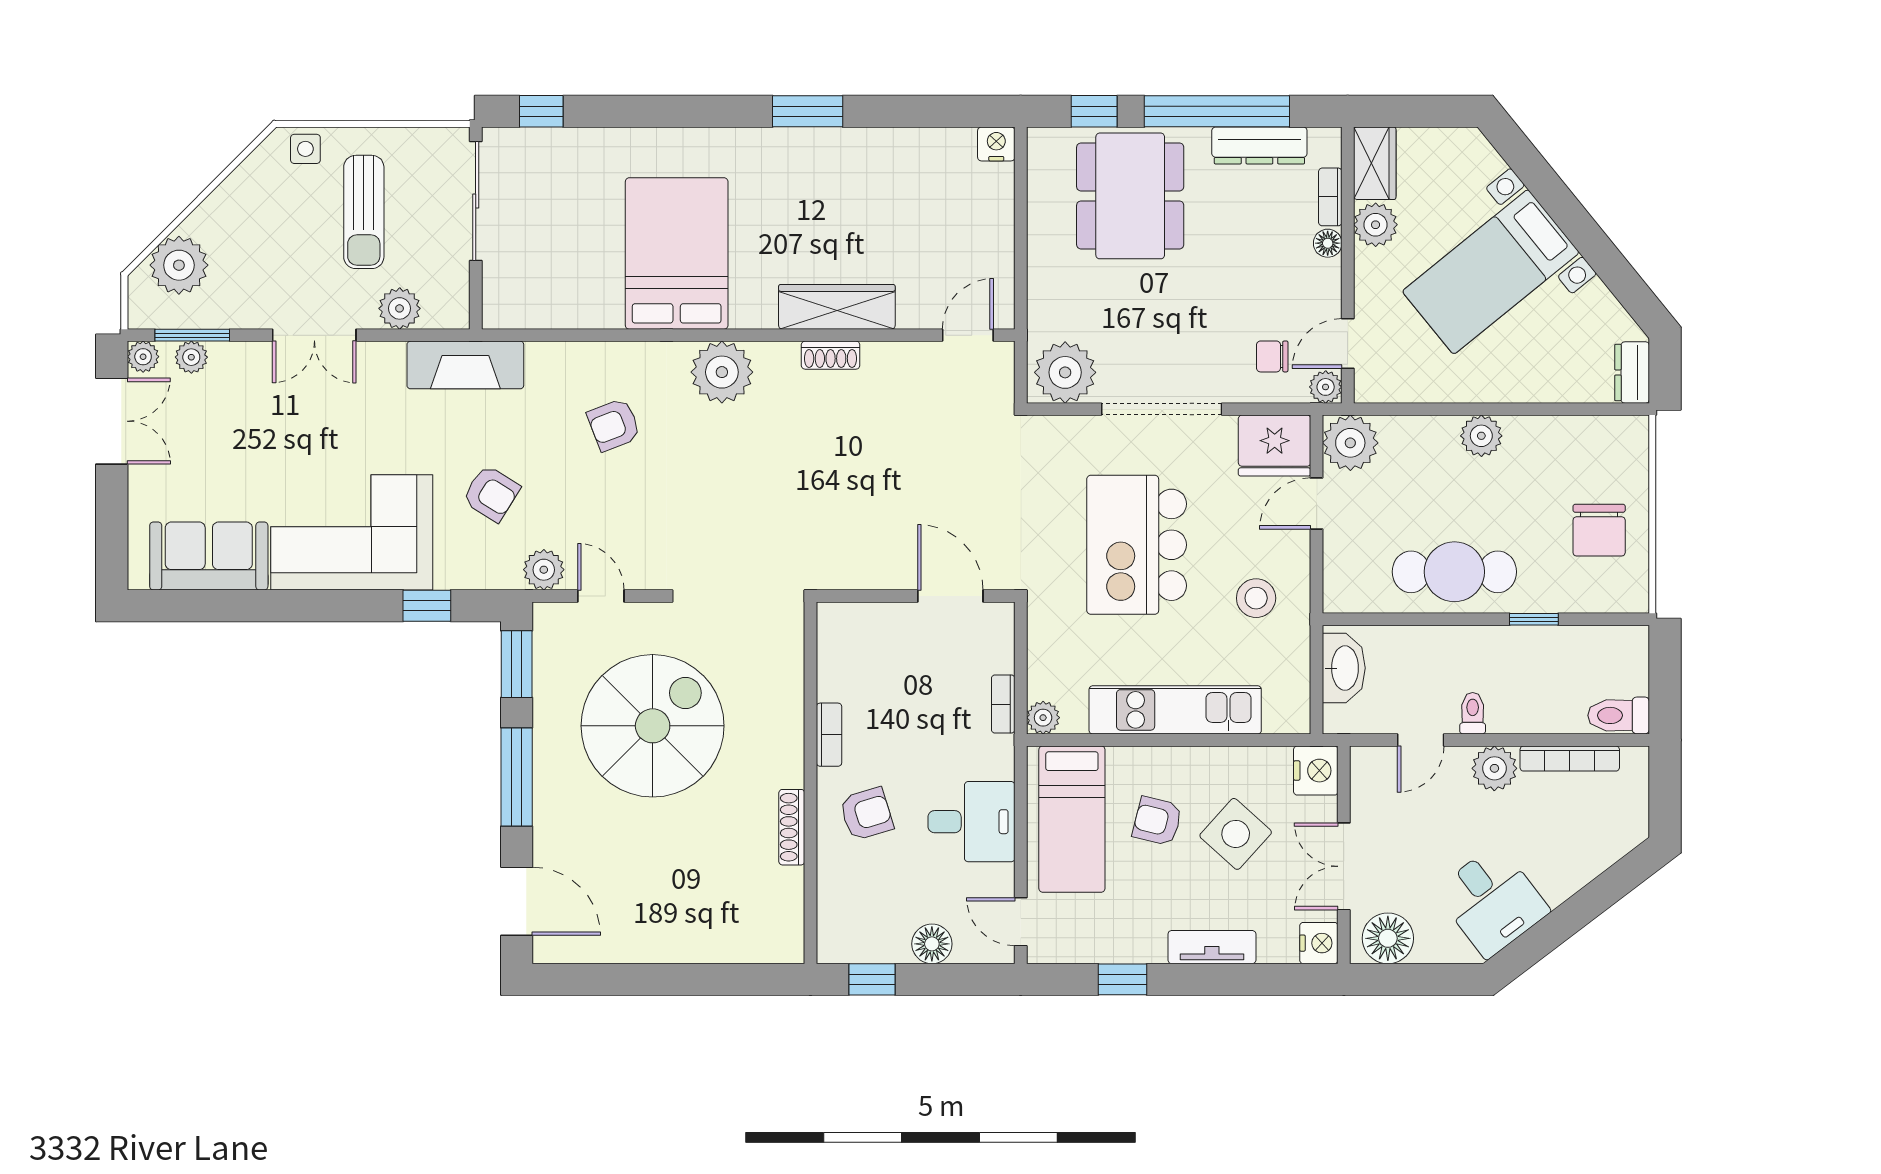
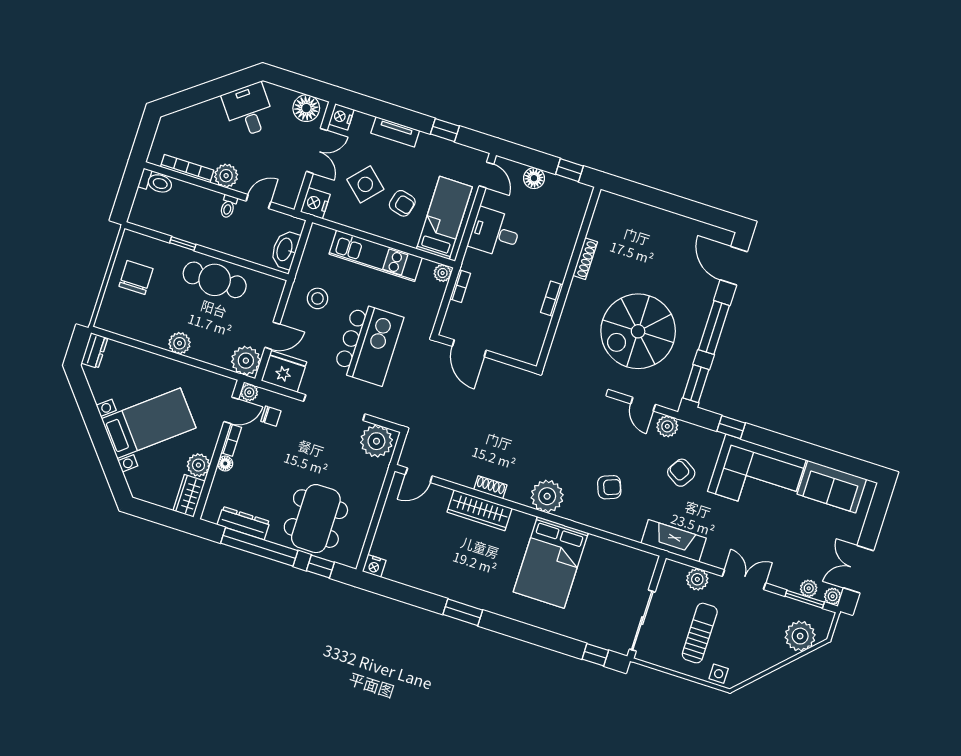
bookcase: (1330, 197) -> (231, 440), moved
armchair: (866, 814) -> (546, 253), removed

